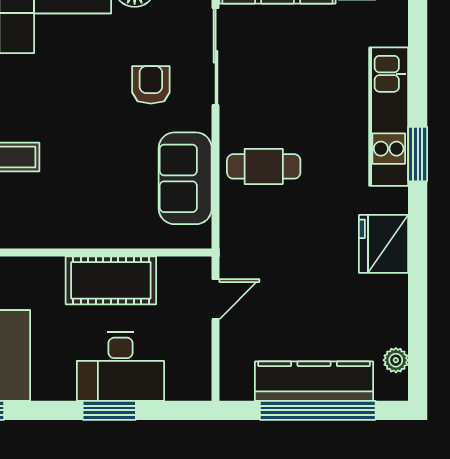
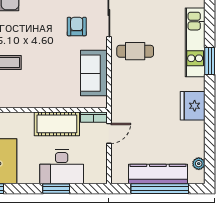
cafe table: (264, 166) -> (135, 51), moved
bookcase: (185, 267) -> (94, 117), added

